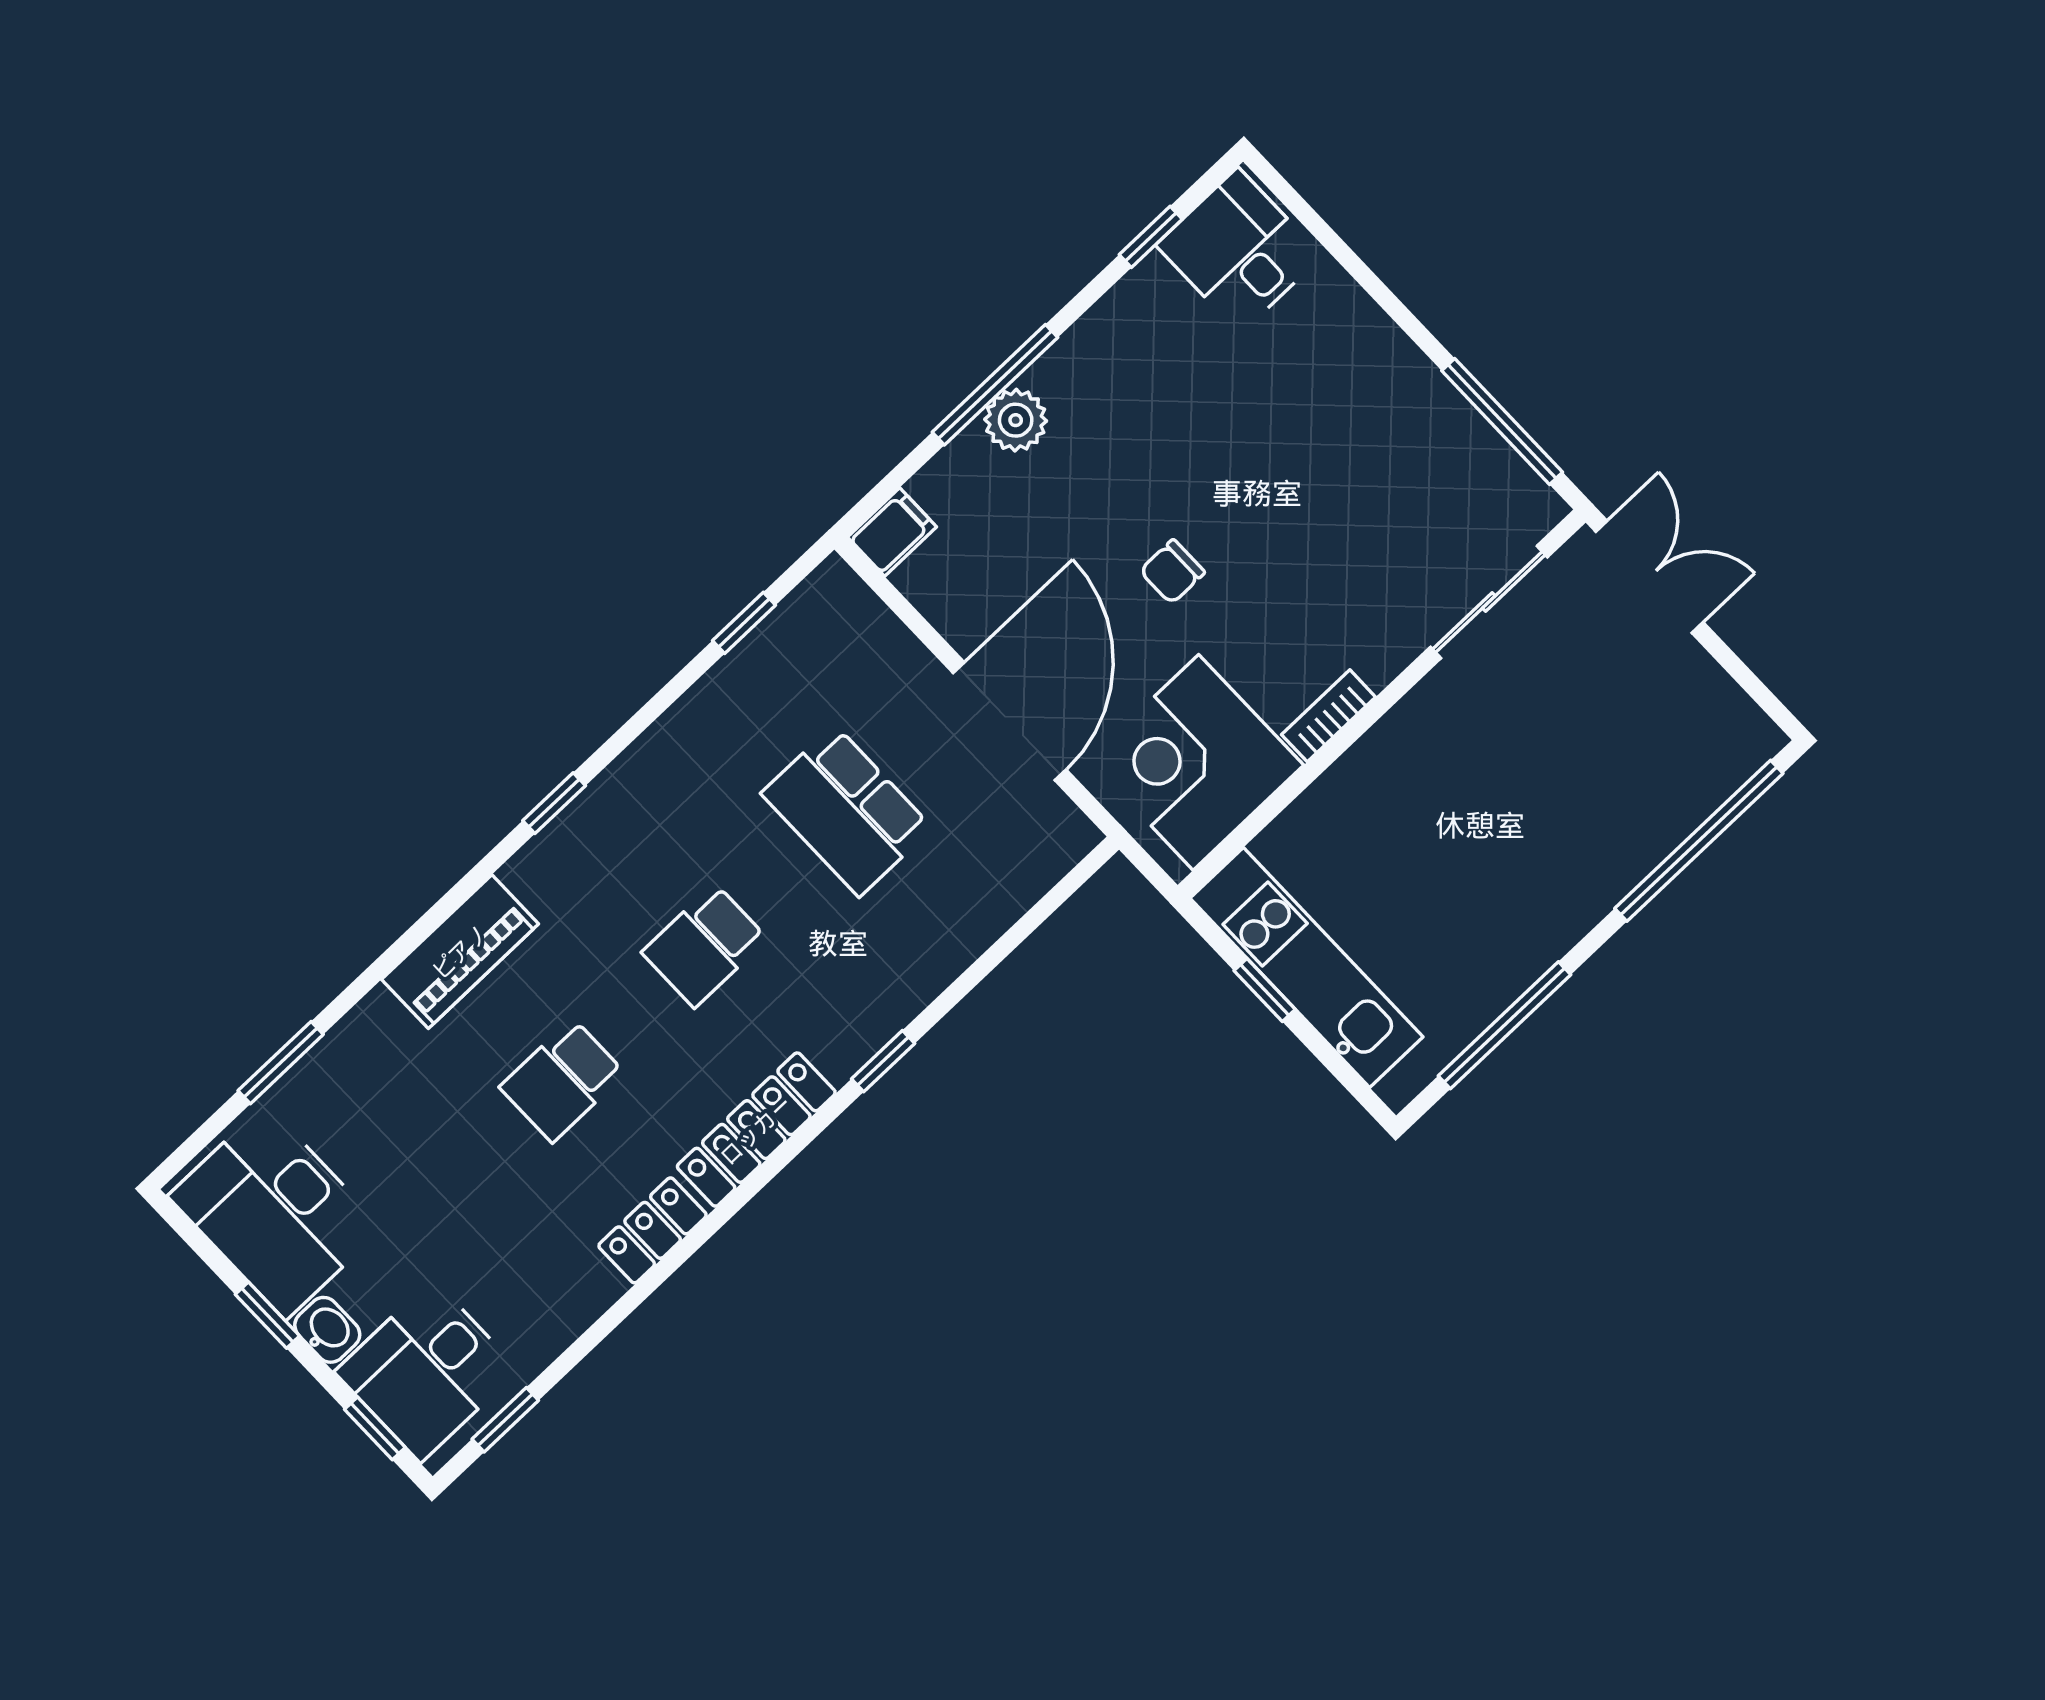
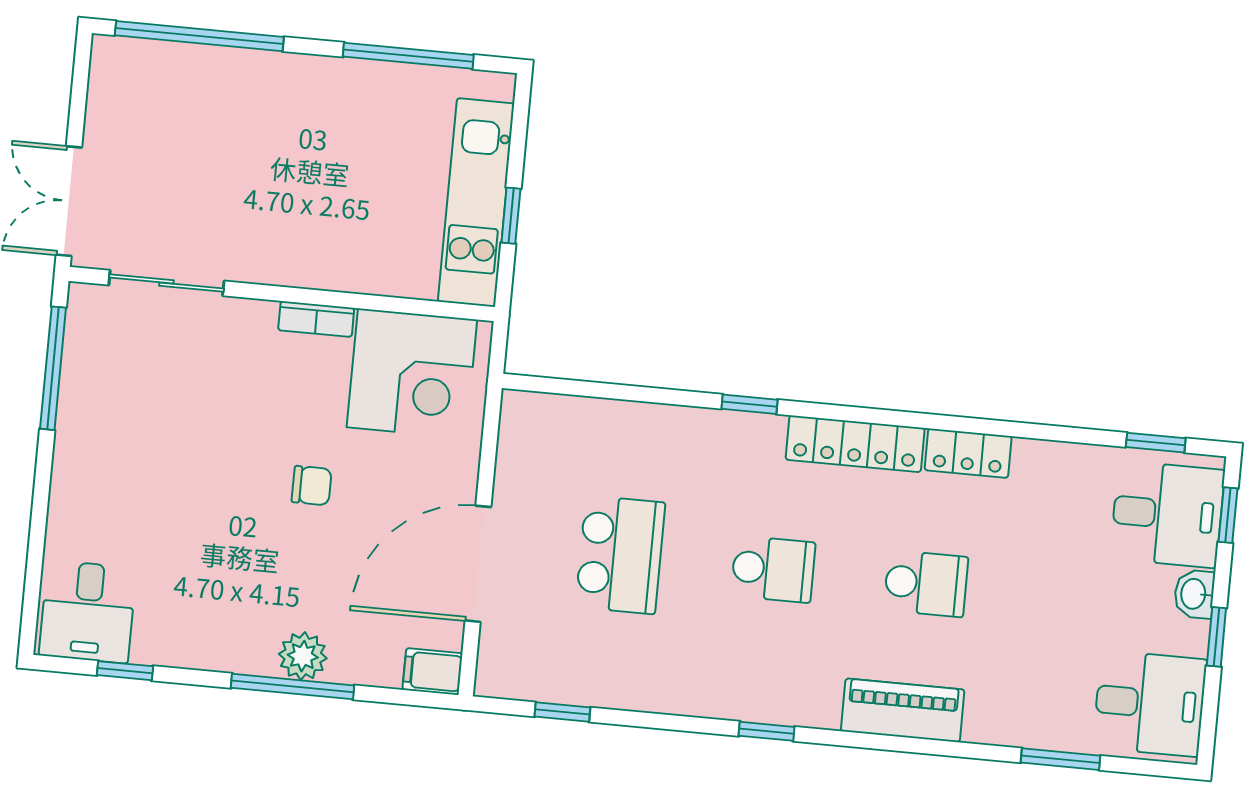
door: (1010, 721) -> (478, 564), moved
desk: (275, 1212) -> (1150, 703), width x0.73

